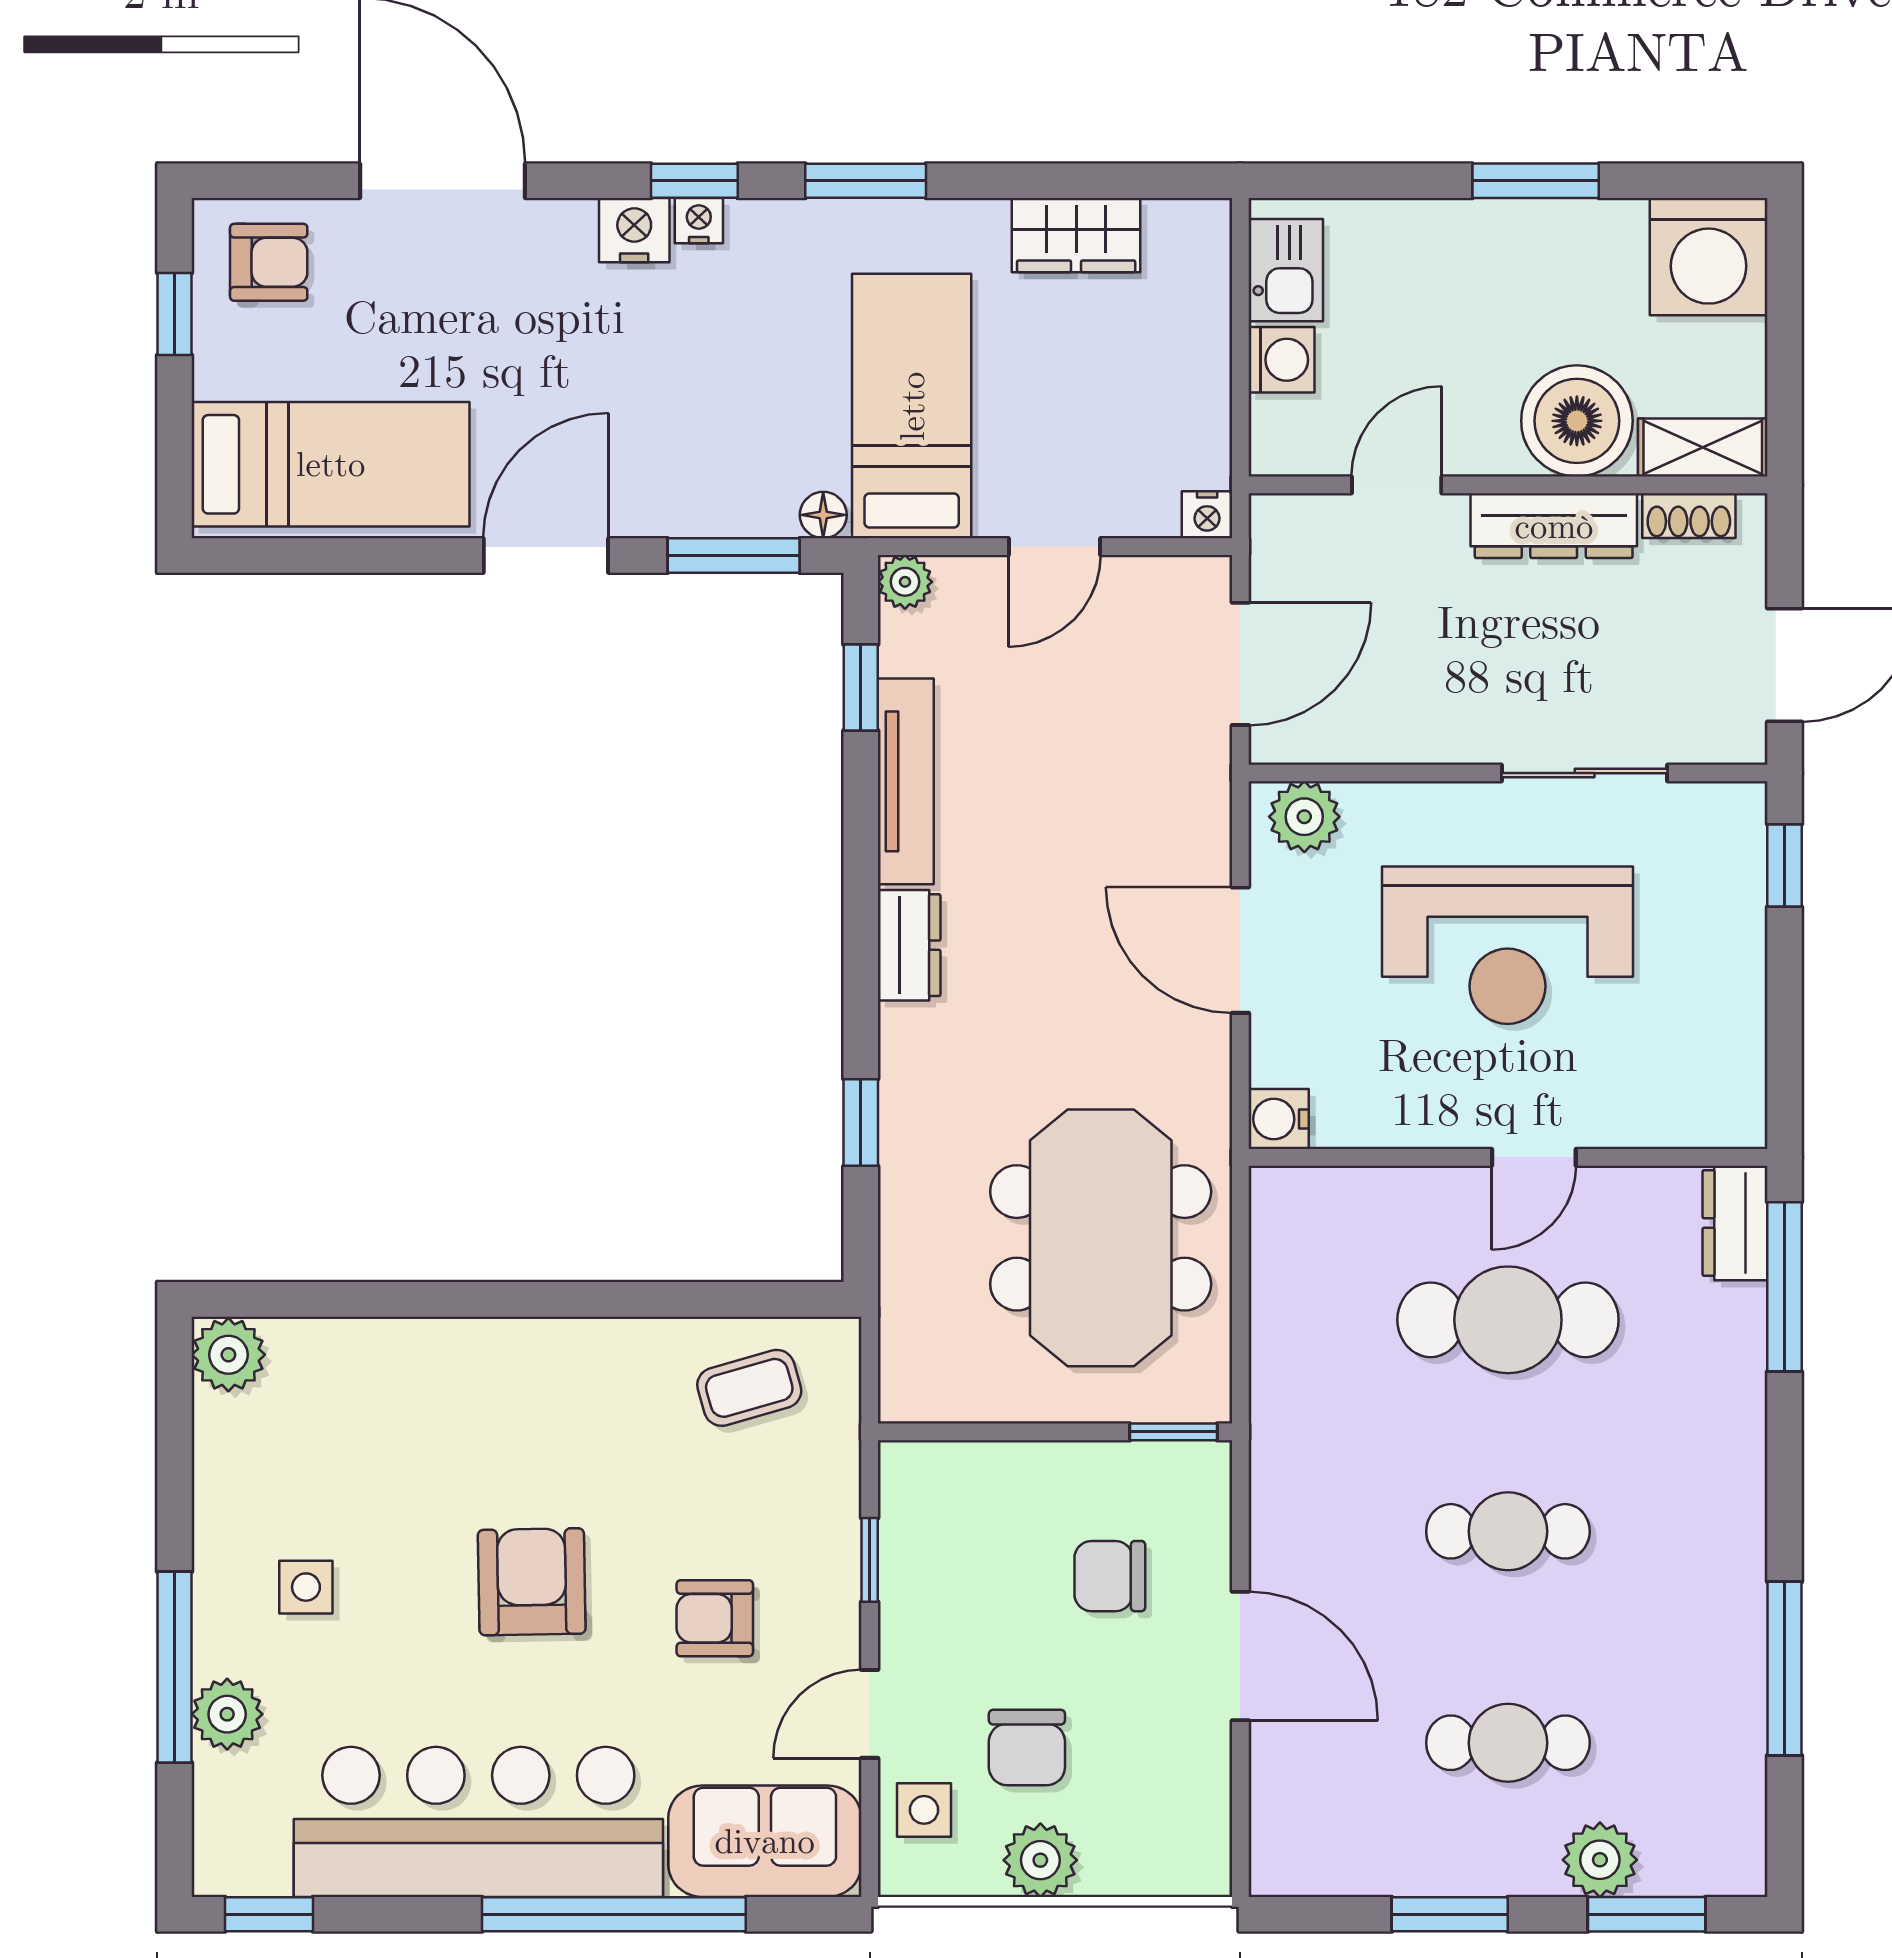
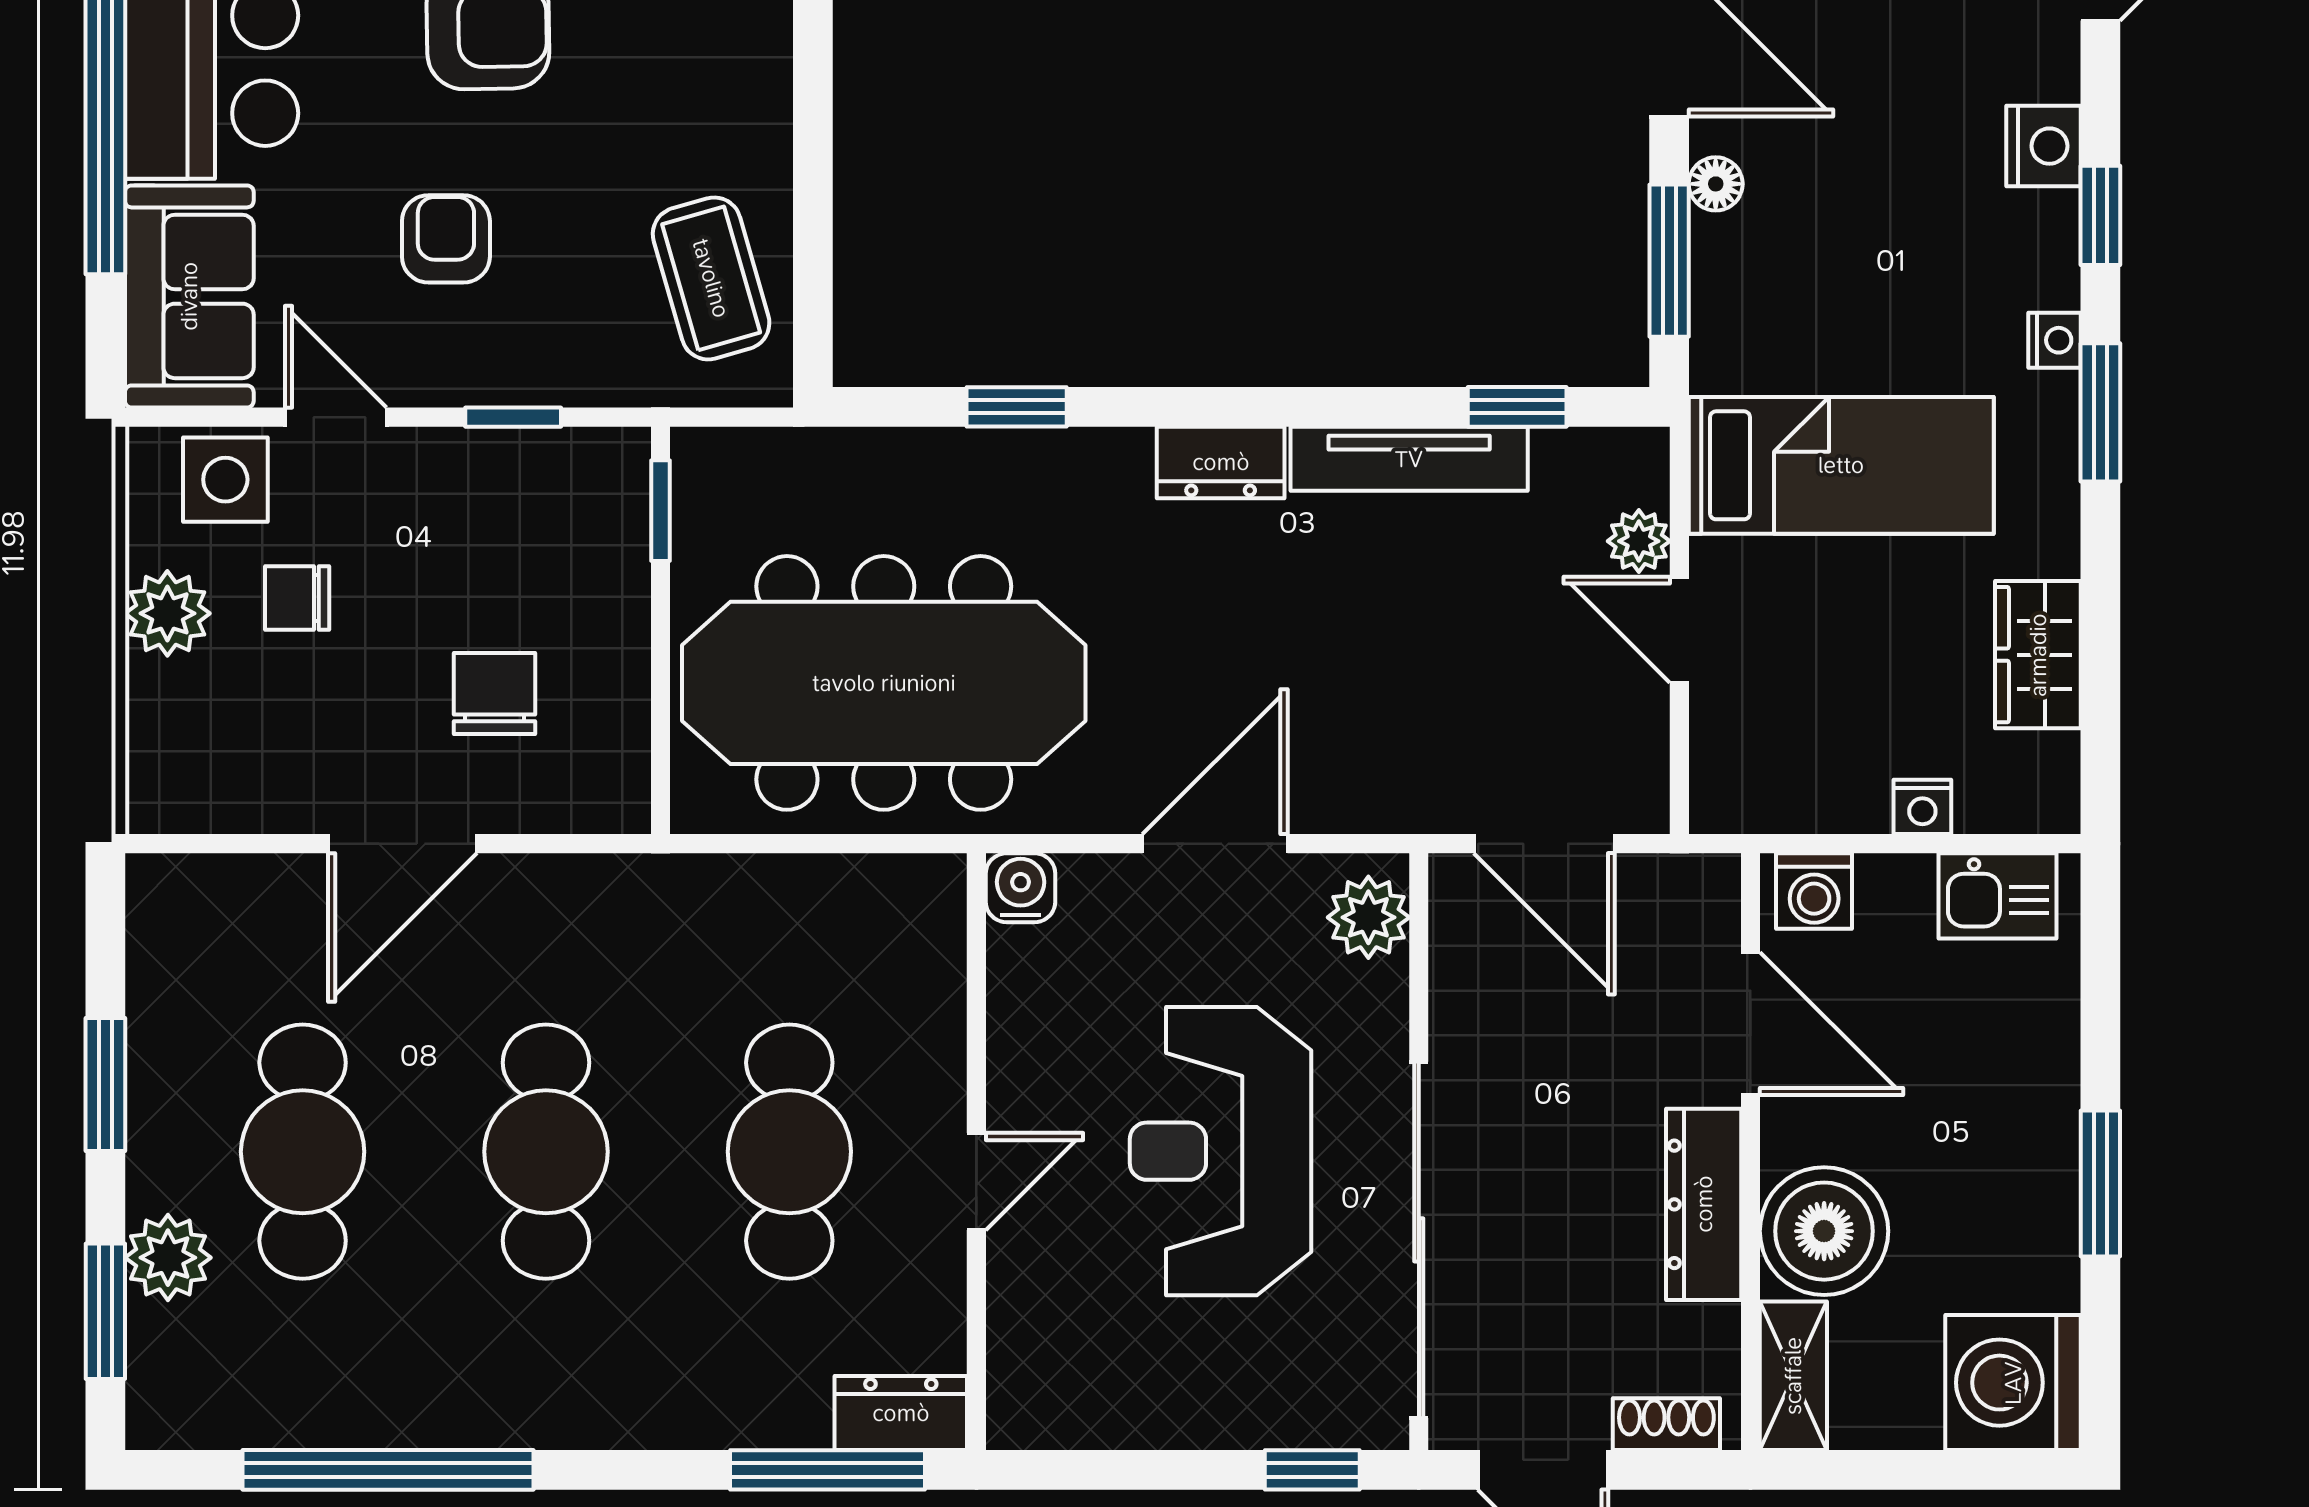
nightstand: (699, 221) -> (2055, 340), moved
washing machine: (1281, 360) -> (1814, 891), moved
door: (1397, 485) -> (1750, 1024), width x1.38
floor lamp: (823, 515) -> (1716, 184), moved
nightstand: (1207, 515) -> (1922, 807), moved, turned -90
shoe rack: (1689, 516) -> (1666, 1424), moved, turned 90
plant: (905, 582) -> (1639, 541), moved
sliding door: (1585, 773) -> (1419, 1240), width x1.86
door: (1534, 1157) -> (976, 1181), swing flipped
meeting table: (1101, 1238) -> (884, 683), width x1.36
coffee table: (749, 1388) -> (711, 278), width x1.36, depth x1.30
window: (1174, 1432) -> (661, 511), moved
cafe table: (1508, 1531) -> (546, 1152), width x1.37, depth x1.35
window: (1784, 1669) -> (388, 1470), width x1.46
cafe table: (1508, 1743) -> (303, 1152), width x1.37, depth x1.35
chair: (1027, 1748) -> (297, 598), width x0.73, depth x0.73
side table: (924, 1810) -> (225, 480), width x1.37, depth x1.37

